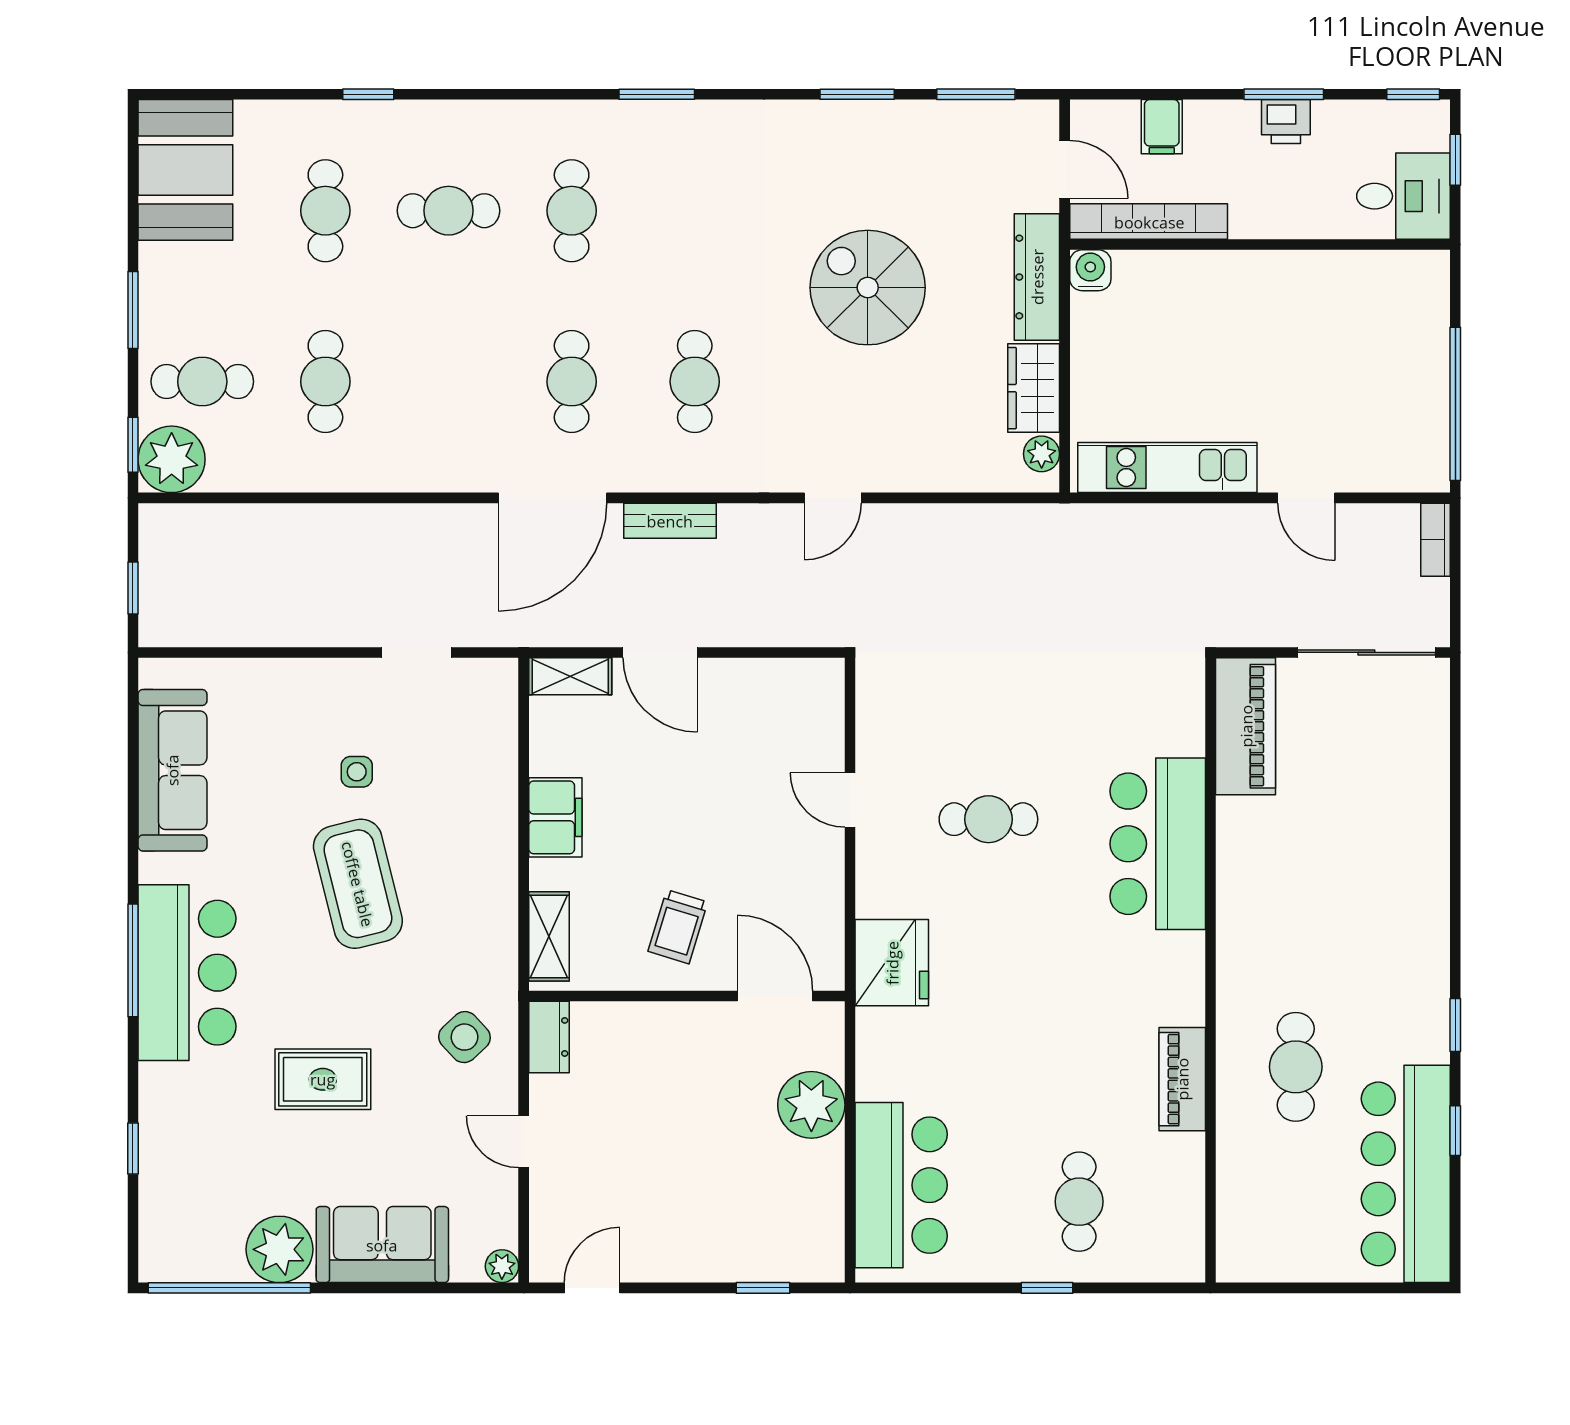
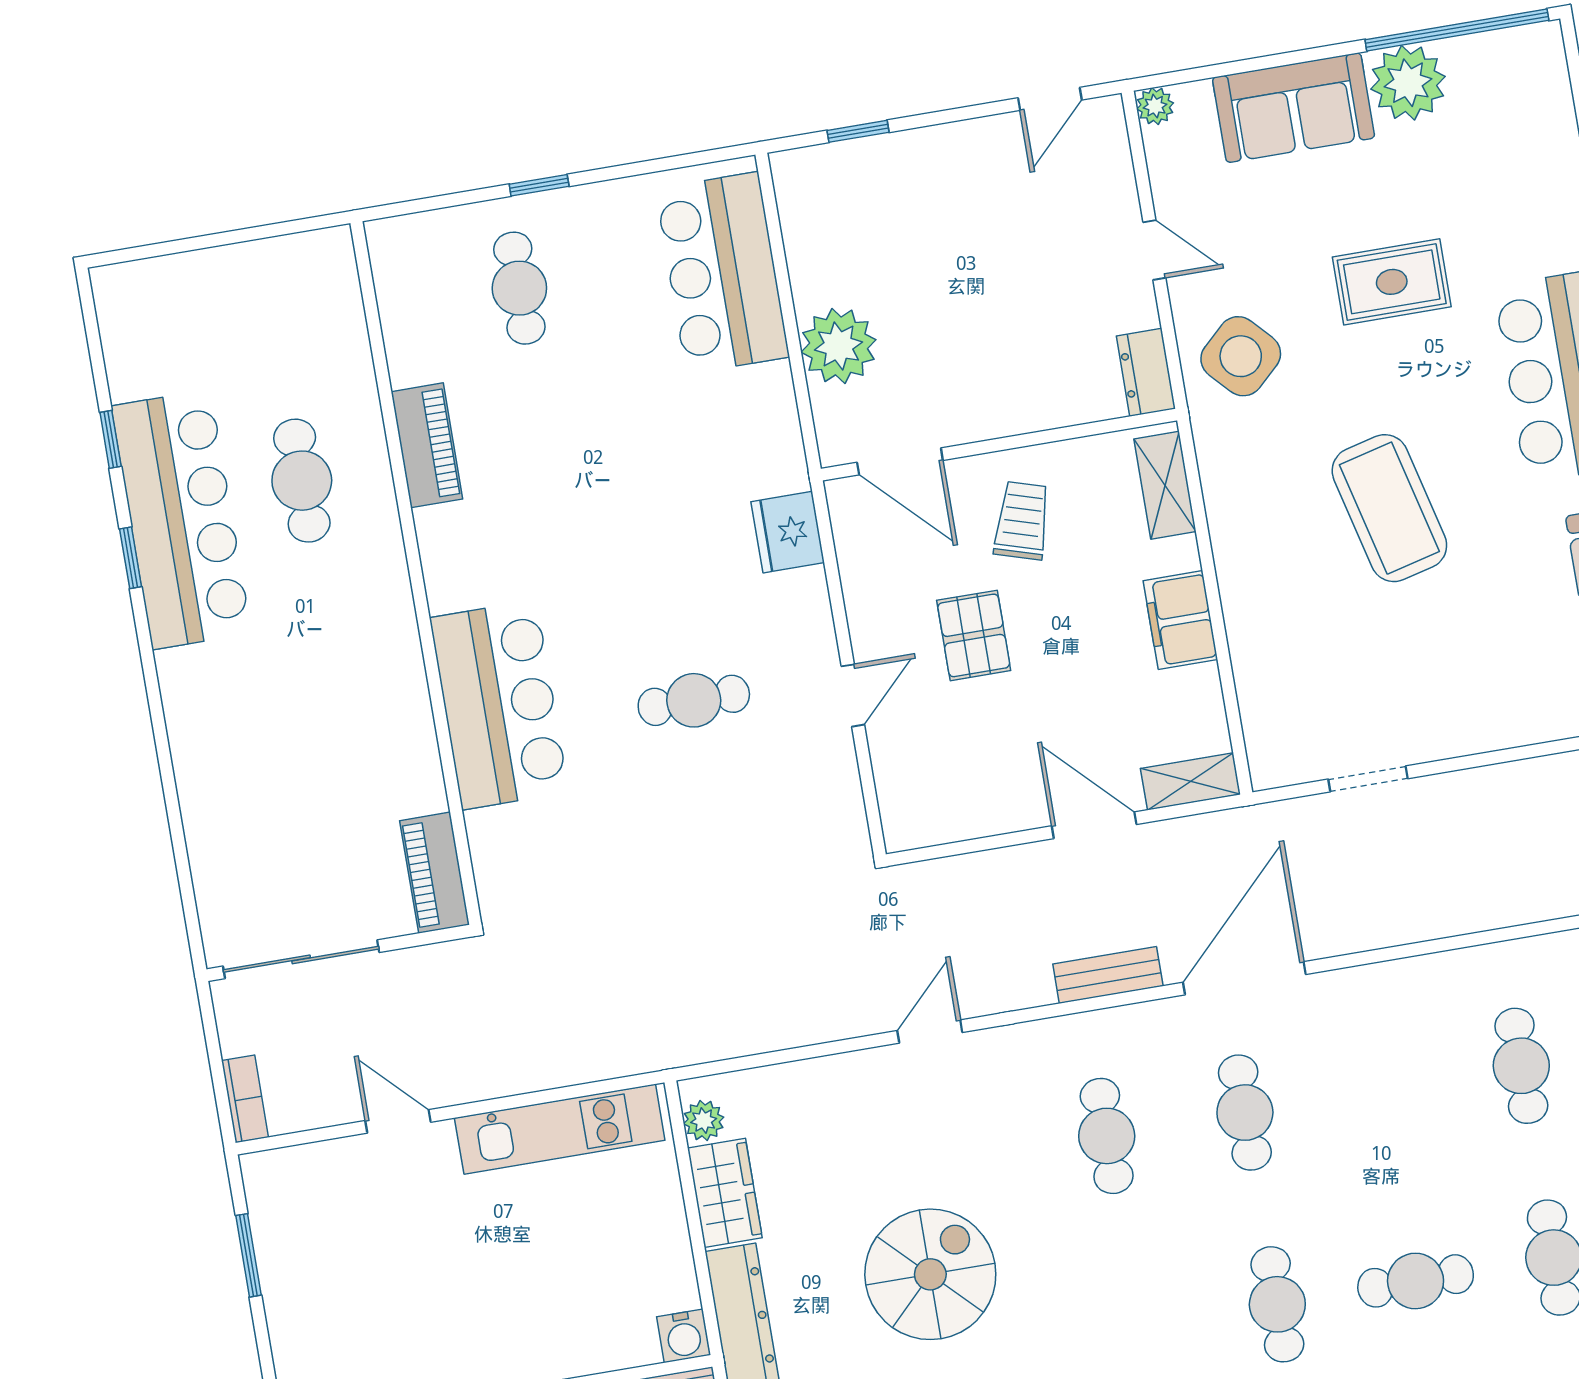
spiral stairs: (868, 288) -> (930, 1274), turned -90
window: (1455, 404) -> (249, 1255), width x0.47
piano: (1246, 726) -> (435, 873), width x0.73, depth x0.75
side table: (357, 772) -> (1412, 634), removed
door: (850, 800) -> (853, 695), hinge flipped
pallet: (737, 834) -> (974, 635), added
fridge: (892, 963) -> (788, 532), width x0.73, depth x0.75
side table: (464, 1037) -> (1241, 356), width x1.37, depth x1.37
bar counter: (1406, 1174) -> (181, 520), moved

